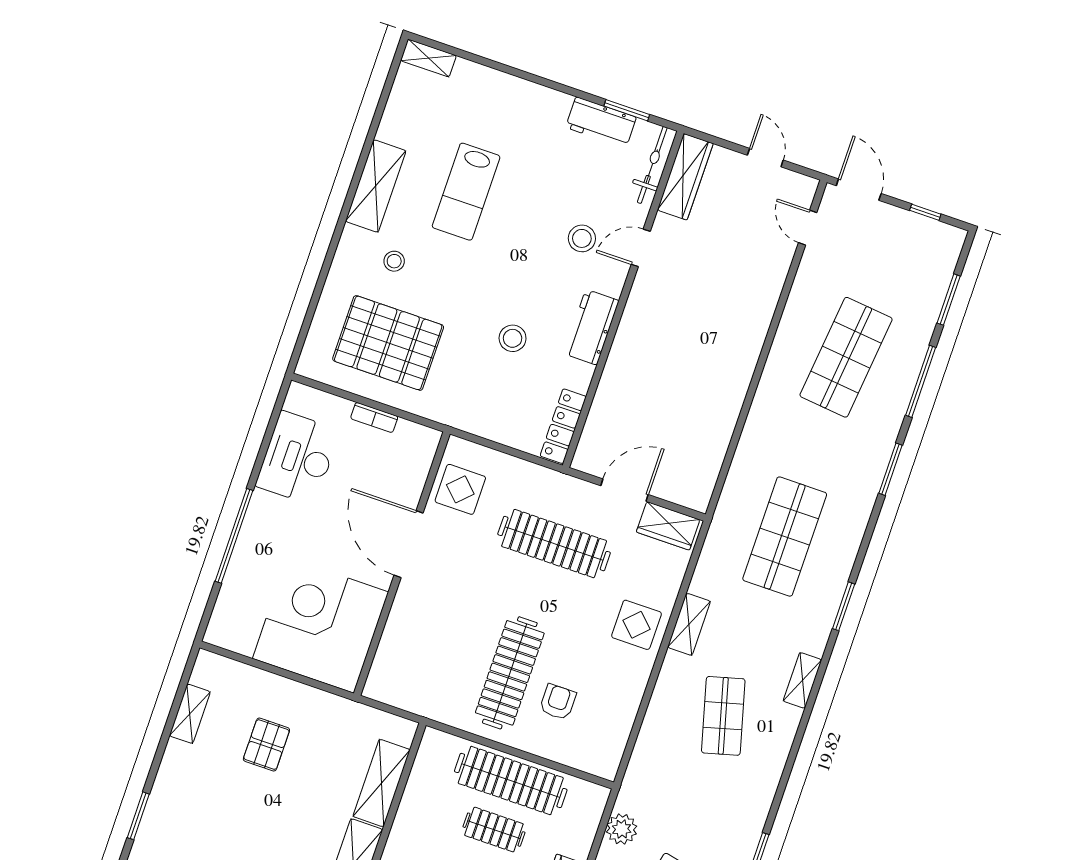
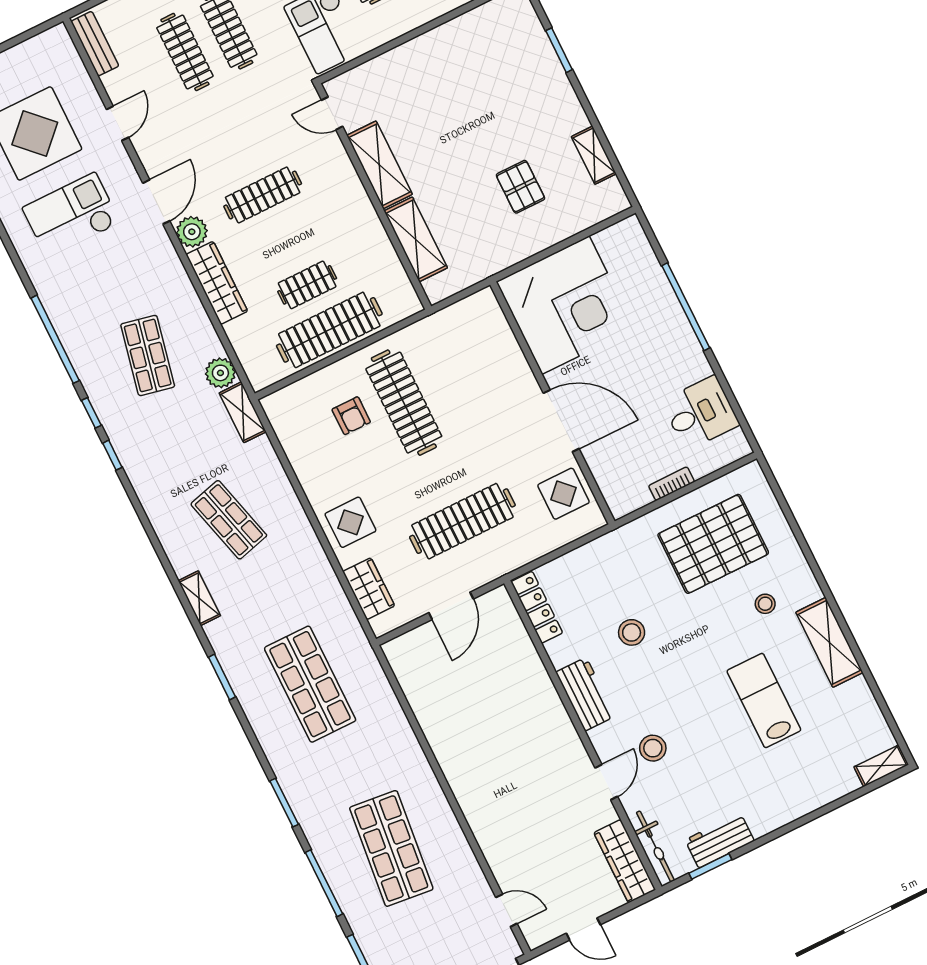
desk: (298, 458) -> (700, 413), width x0.73
wardrobe: (668, 526) -> (369, 589), moved, turned 90
shelving: (689, 624) -> (243, 412), moved

